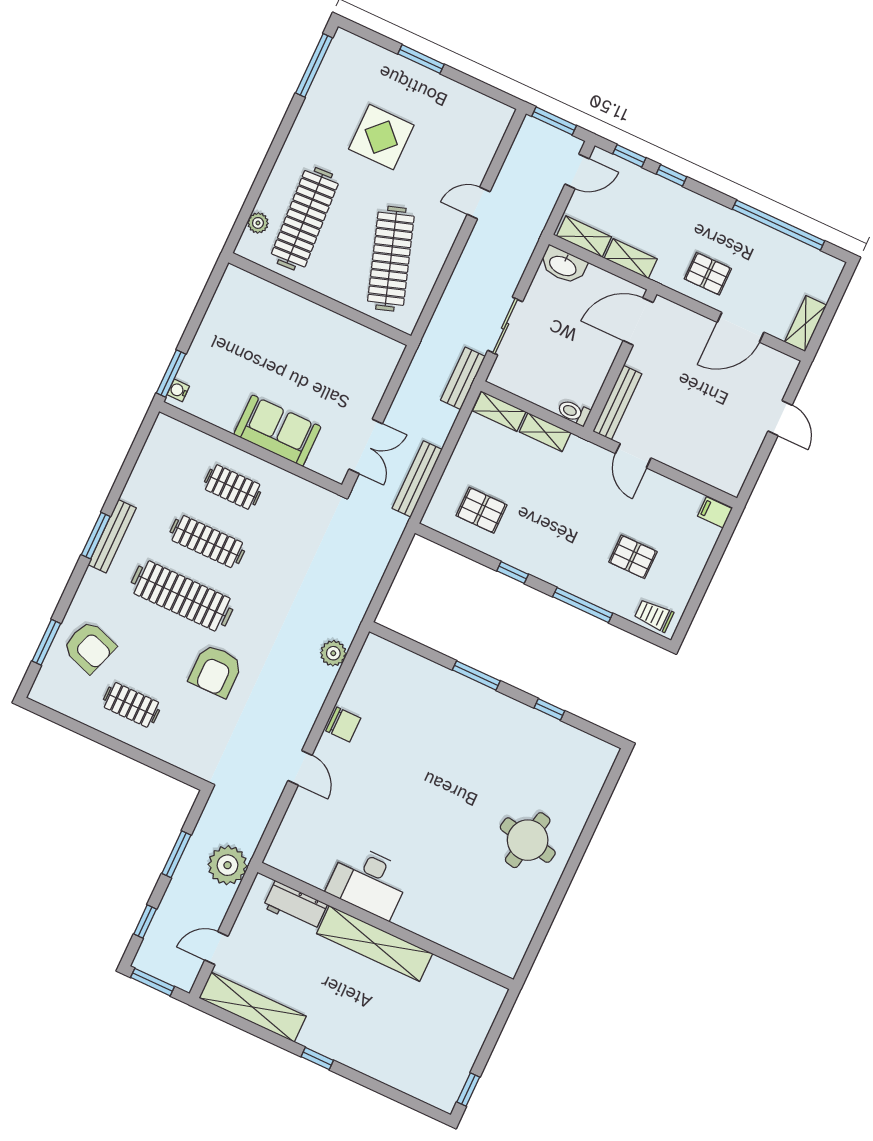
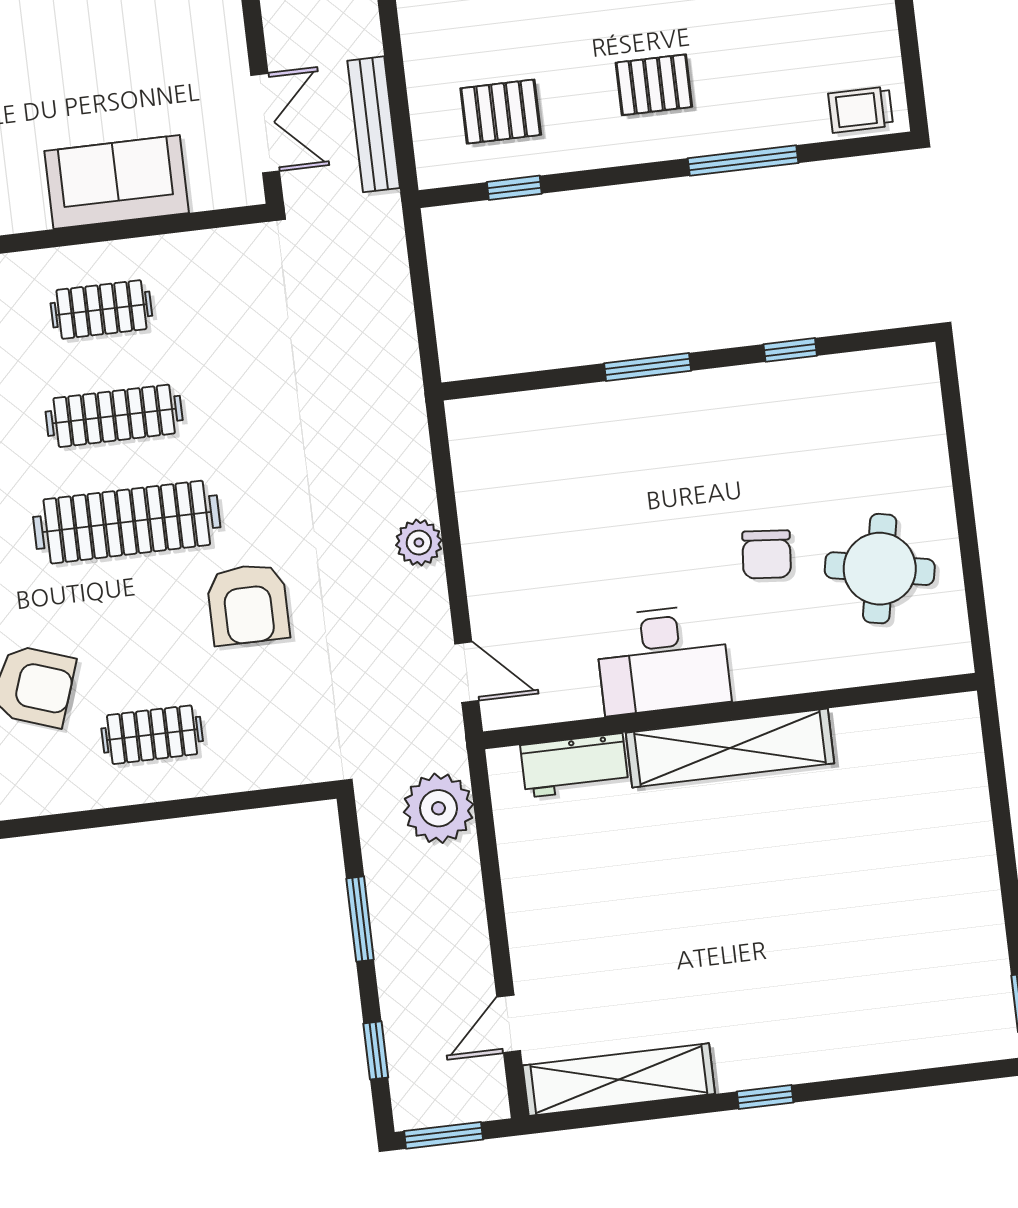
pallet: (633, 557) -> (654, 85), moved
window: (513, 573) -> (514, 188), moved
plant: (333, 653) -> (419, 543), moved
chair: (343, 724) -> (767, 554), moved, turned 95
plant: (228, 865) -> (438, 808), moved
desk: (369, 881) -> (663, 660), moved
workbench: (295, 906) -> (574, 765), moved
wall: (385, 926) -> (730, 711), moved
shelving: (375, 943) -> (730, 748), moved

